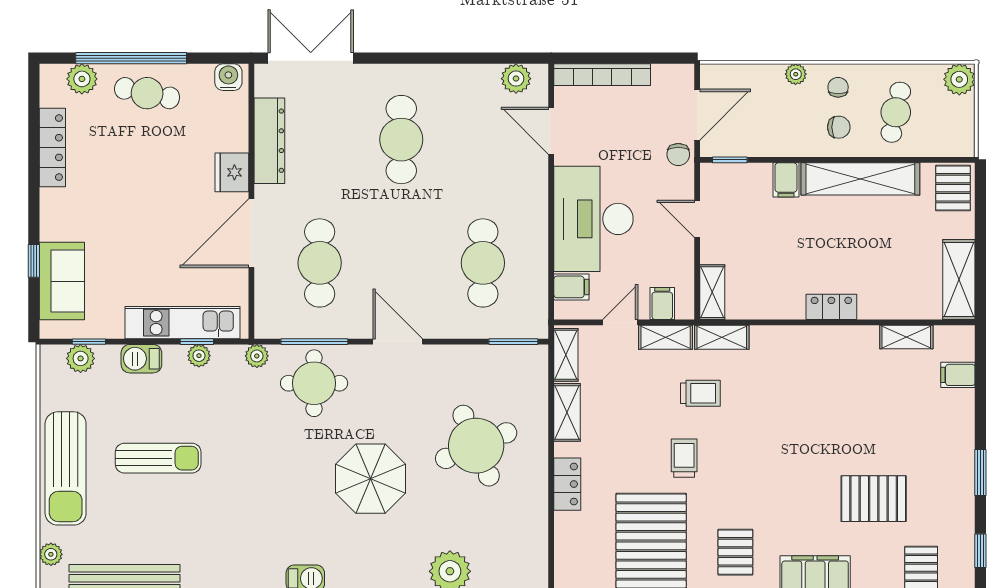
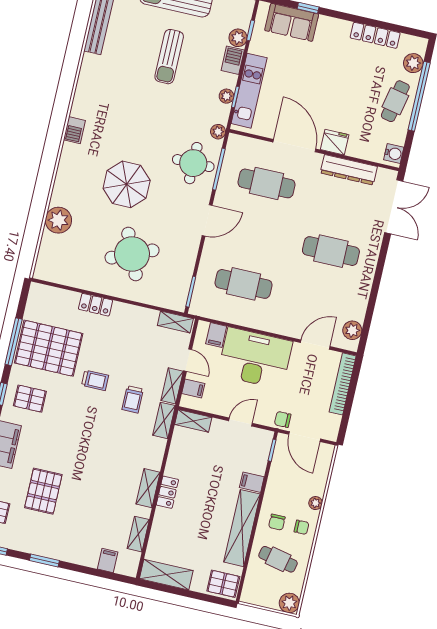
plant: (81, 358) -> (238, 38), moved
shelving: (567, 412) -> (148, 488), moved, turned 90

